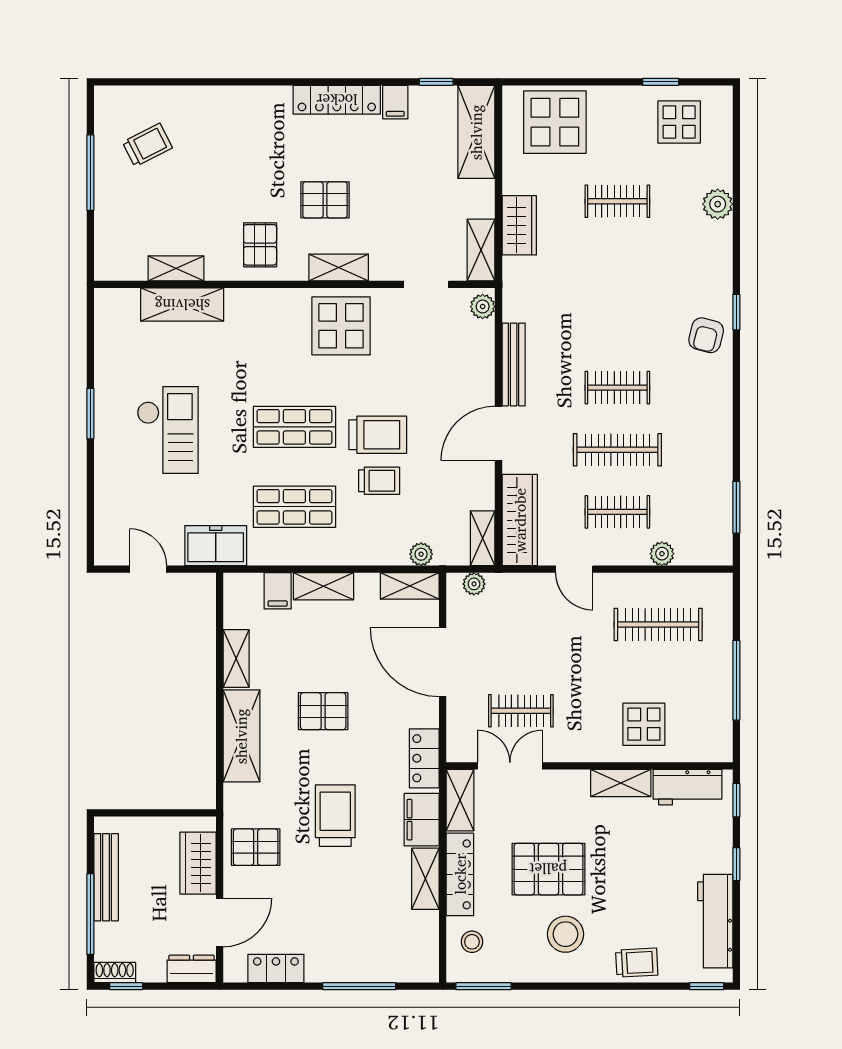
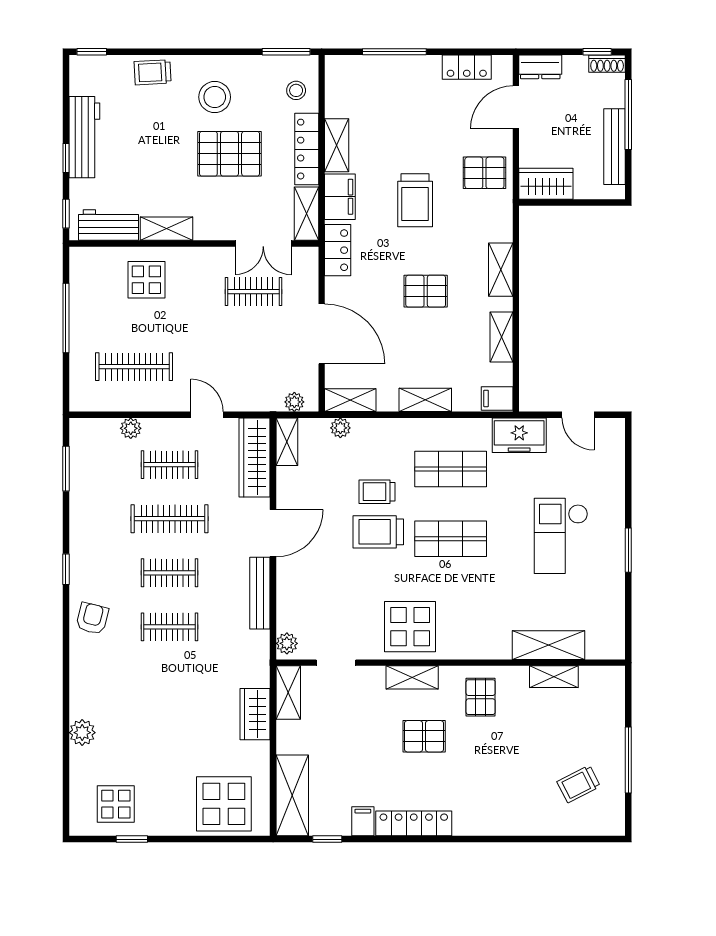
clothes rail: (617, 201) -> (169, 627), moved
window: (736, 312) -> (66, 569), moved
filing cabinet: (278, 591) -> (497, 398), moved, turned -90
shelving: (241, 736) -> (501, 270), width x0.67, depth x0.75
wardrobe: (198, 863) -> (546, 184), moved, turned -90
workbench: (715, 921) -> (84, 137), moved

